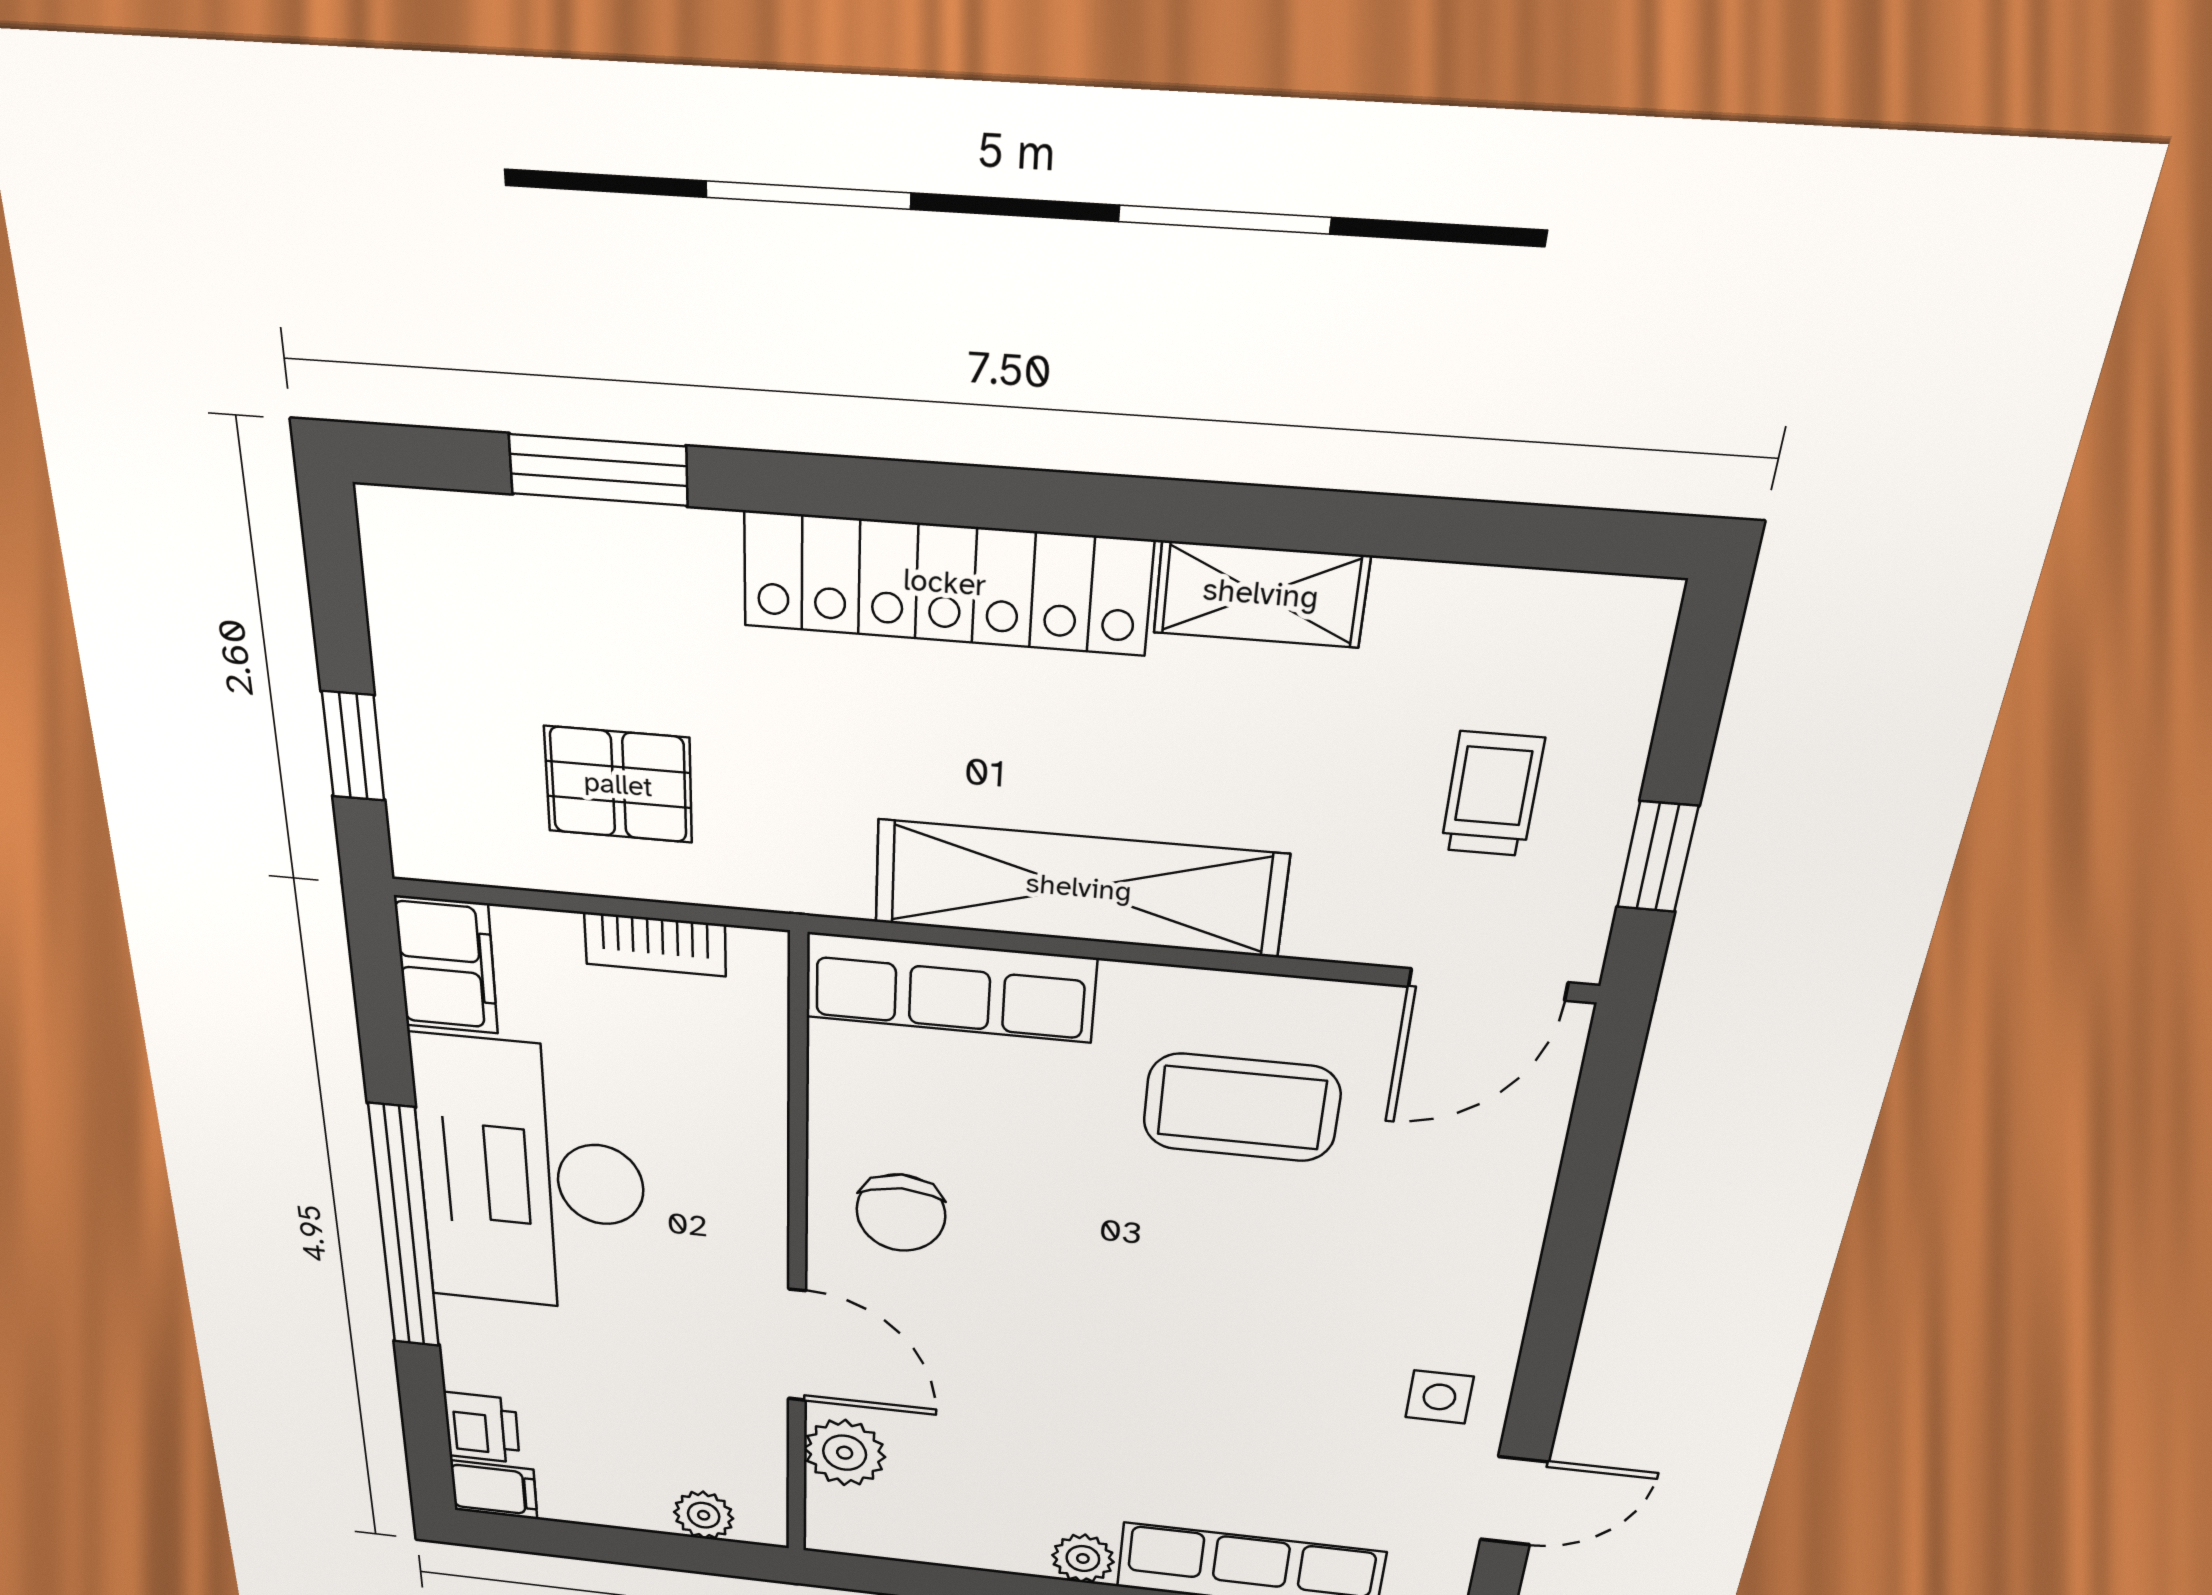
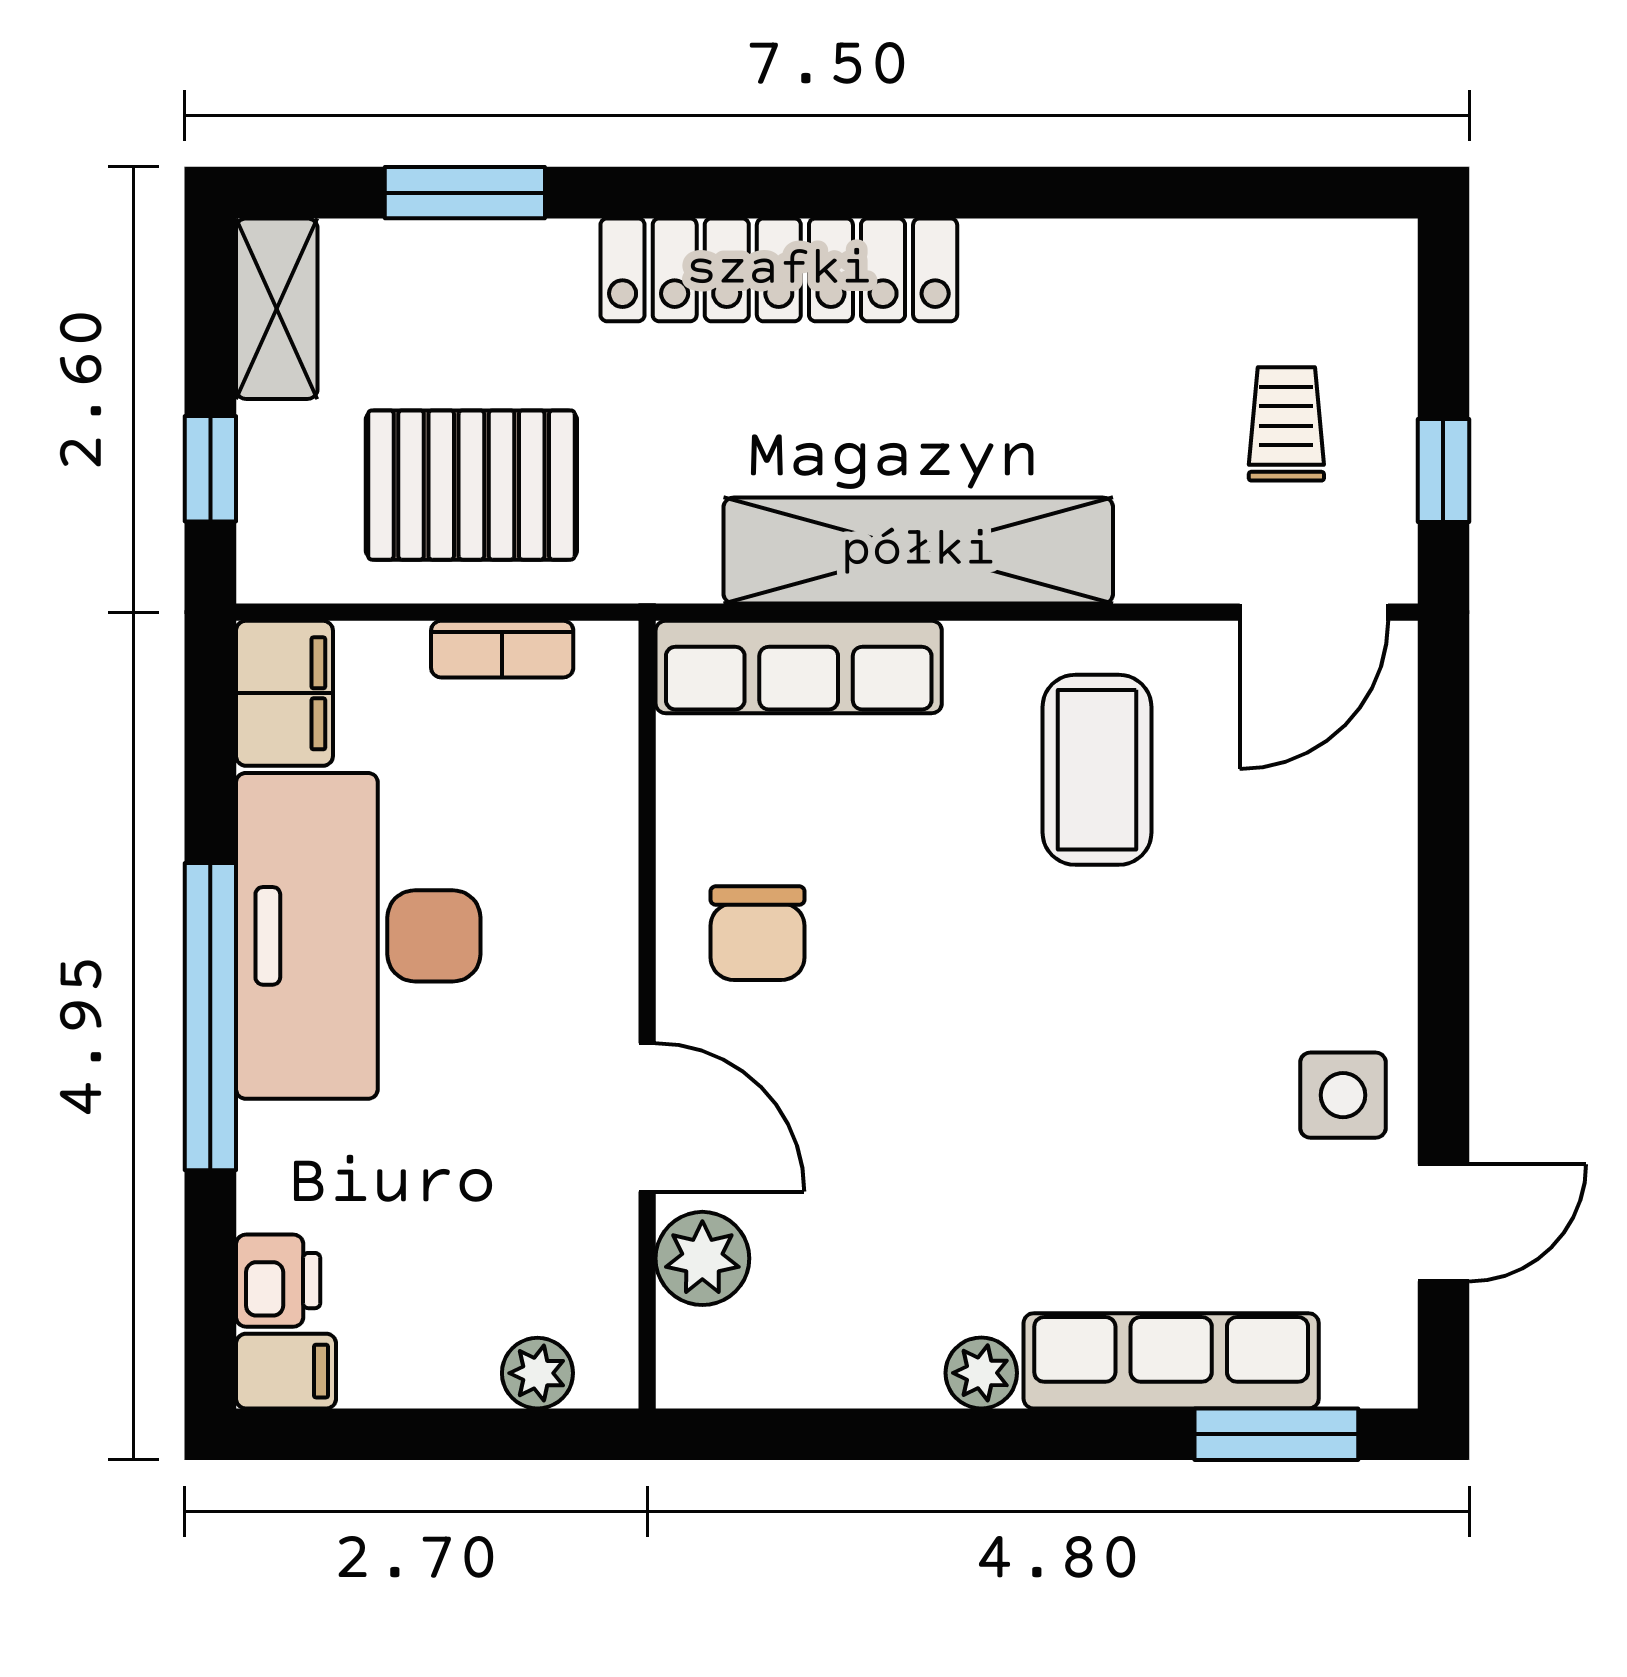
shelving: (1261, 594) -> (277, 309), moved, turned 90
pallet: (618, 785) -> (471, 485), width x1.50, depth x1.42
coffee table: (1241, 1108) -> (1097, 770), turned 90
side table: (1439, 1397) -> (1343, 1095), width x1.37, depth x1.37

